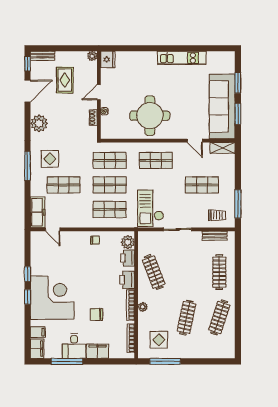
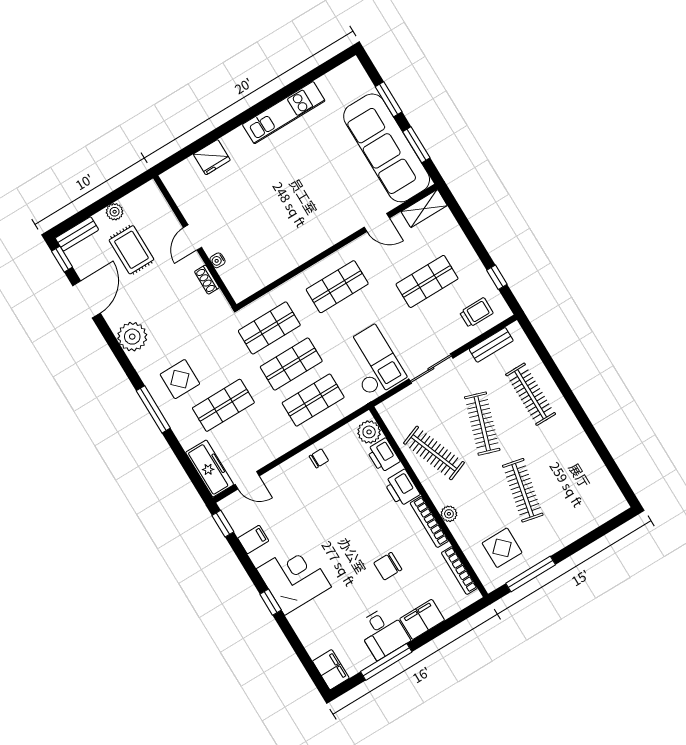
plant: (92, 56) -> (115, 212), moved
fridge: (108, 59) -> (212, 157), moved, turned 90
round table: (150, 116) -> (288, 226), removed
window: (238, 204) -> (497, 277), width x0.46
checkout: (151, 208) -> (372, 362), turned 180
window: (28, 274) -> (223, 524), moved
corner desk: (52, 298) -> (294, 578), width x0.74, depth x0.74
clothes rail: (219, 317) -> (482, 424), moved
filing cabinet: (38, 332) -> (253, 539), moved

